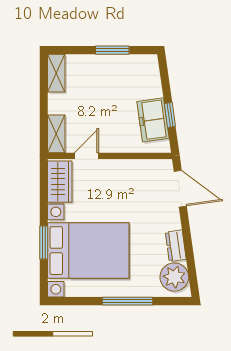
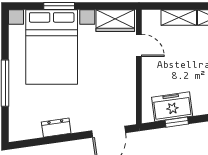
shelving: (56, 134) -> (179, 17), moved
plant: (174, 277) -> (27, 126), removed

